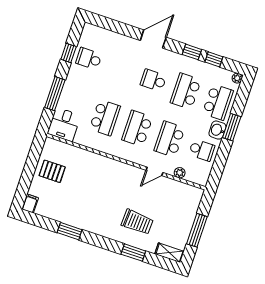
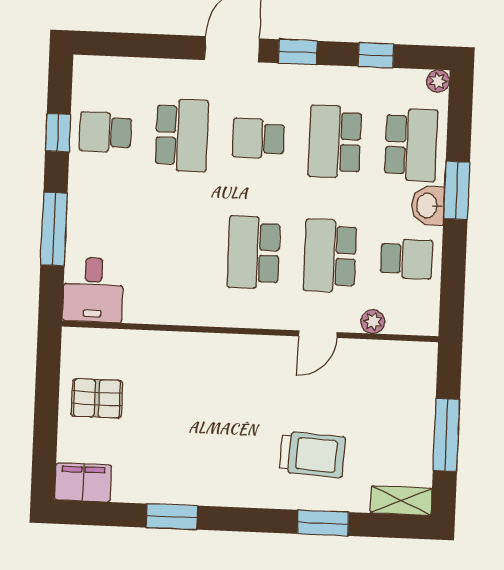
window: (192, 52) -> (298, 52), moved
school desk: (105, 118) -> (182, 135), moved
filing cabinet: (30, 204) -> (83, 482), width x2.00

